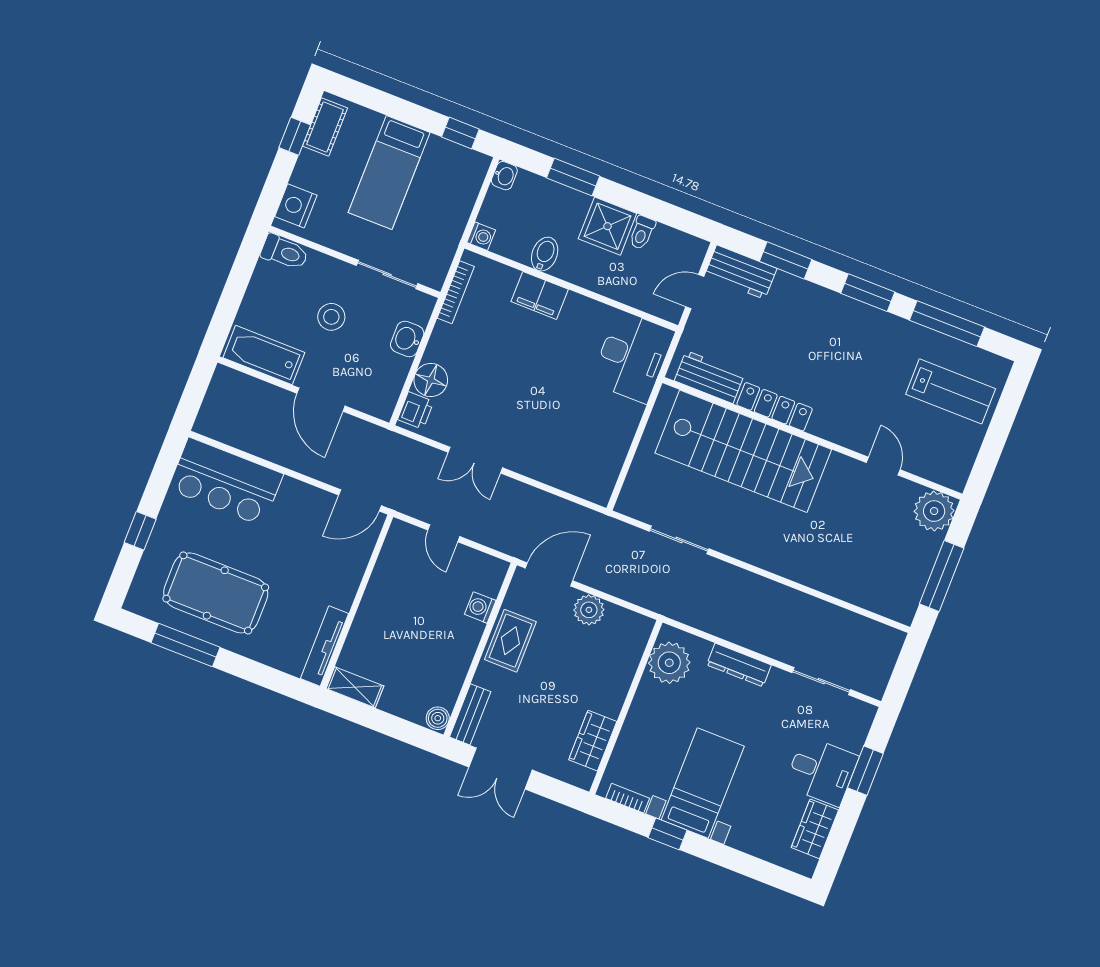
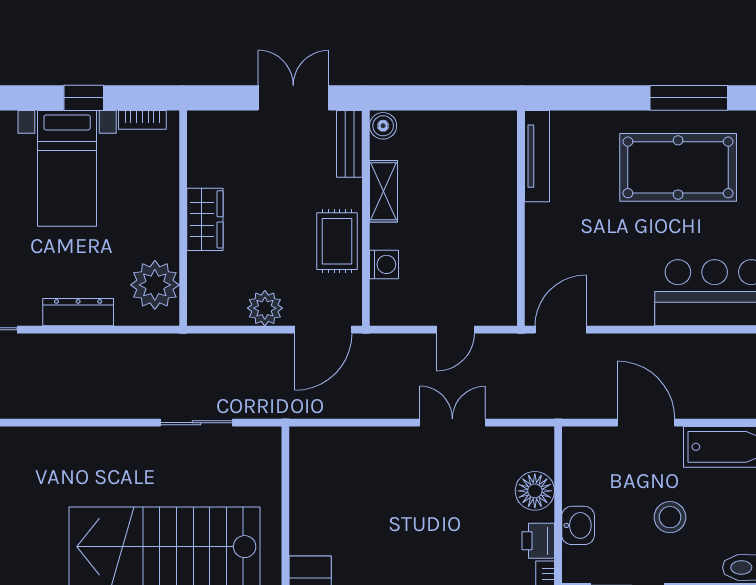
printer: (416, 411) -> (538, 541), moved
door: (444, 533) -> (455, 330), swing flipped
shelving: (355, 687) -> (384, 191), moved, turned 90
wardrobe: (593, 741) -> (205, 219), moved

